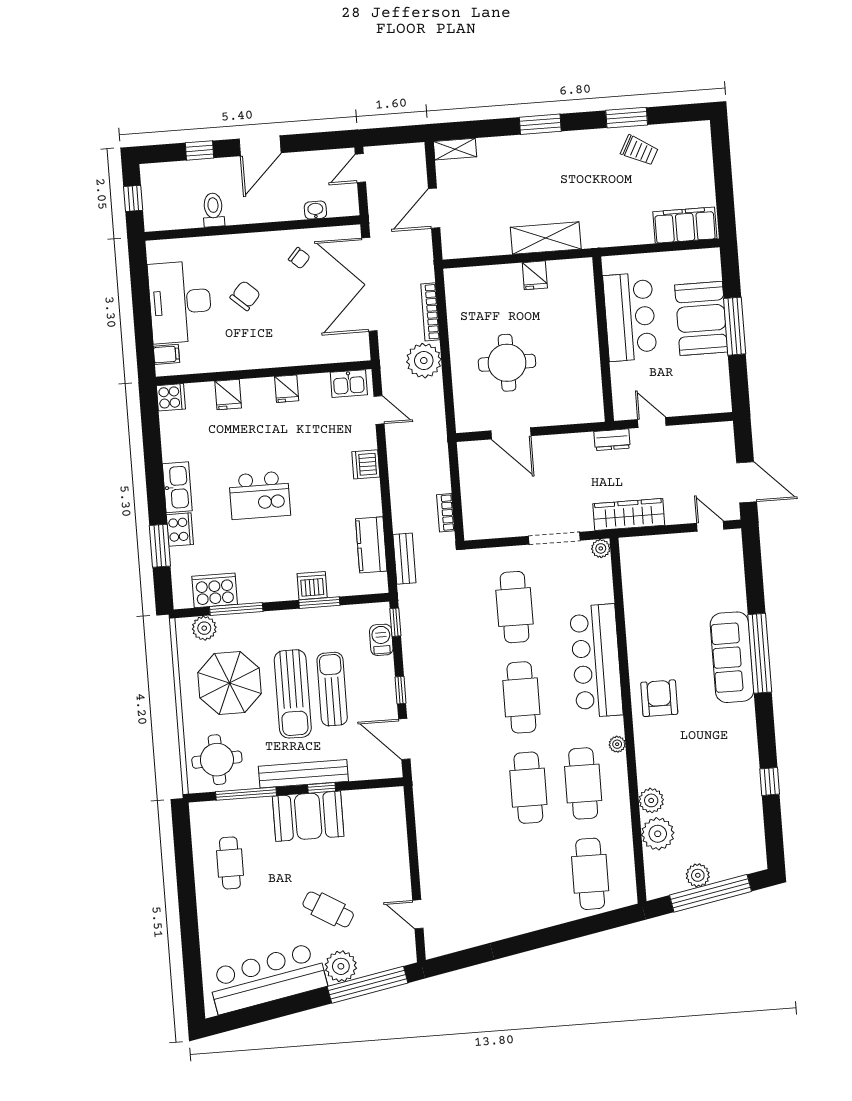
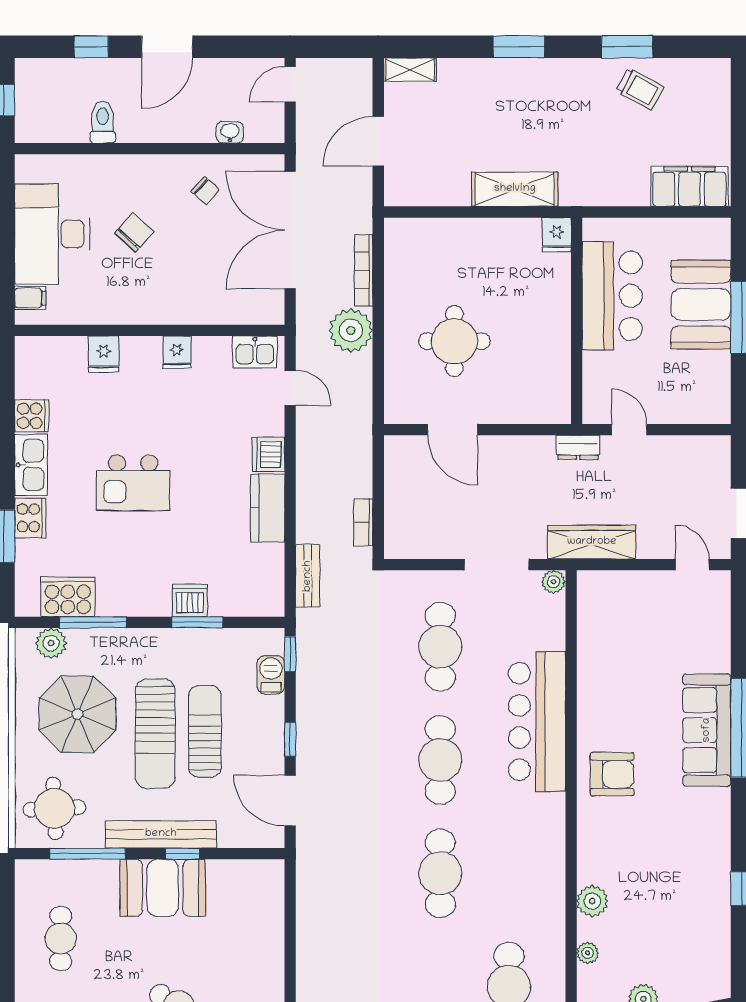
fridge: (535, 275) -> (557, 235), moved
cooker: (171, 397) -> (32, 416), moved
kitchen counter: (371, 545) -> (268, 508), moved
armchair: (659, 698) -> (612, 774), turned 90
plant: (617, 744) -> (555, 828), removed
cafe table: (583, 783) -> (509, 873), removed
plant: (658, 834) -> (588, 953), width x0.53, depth x0.53

